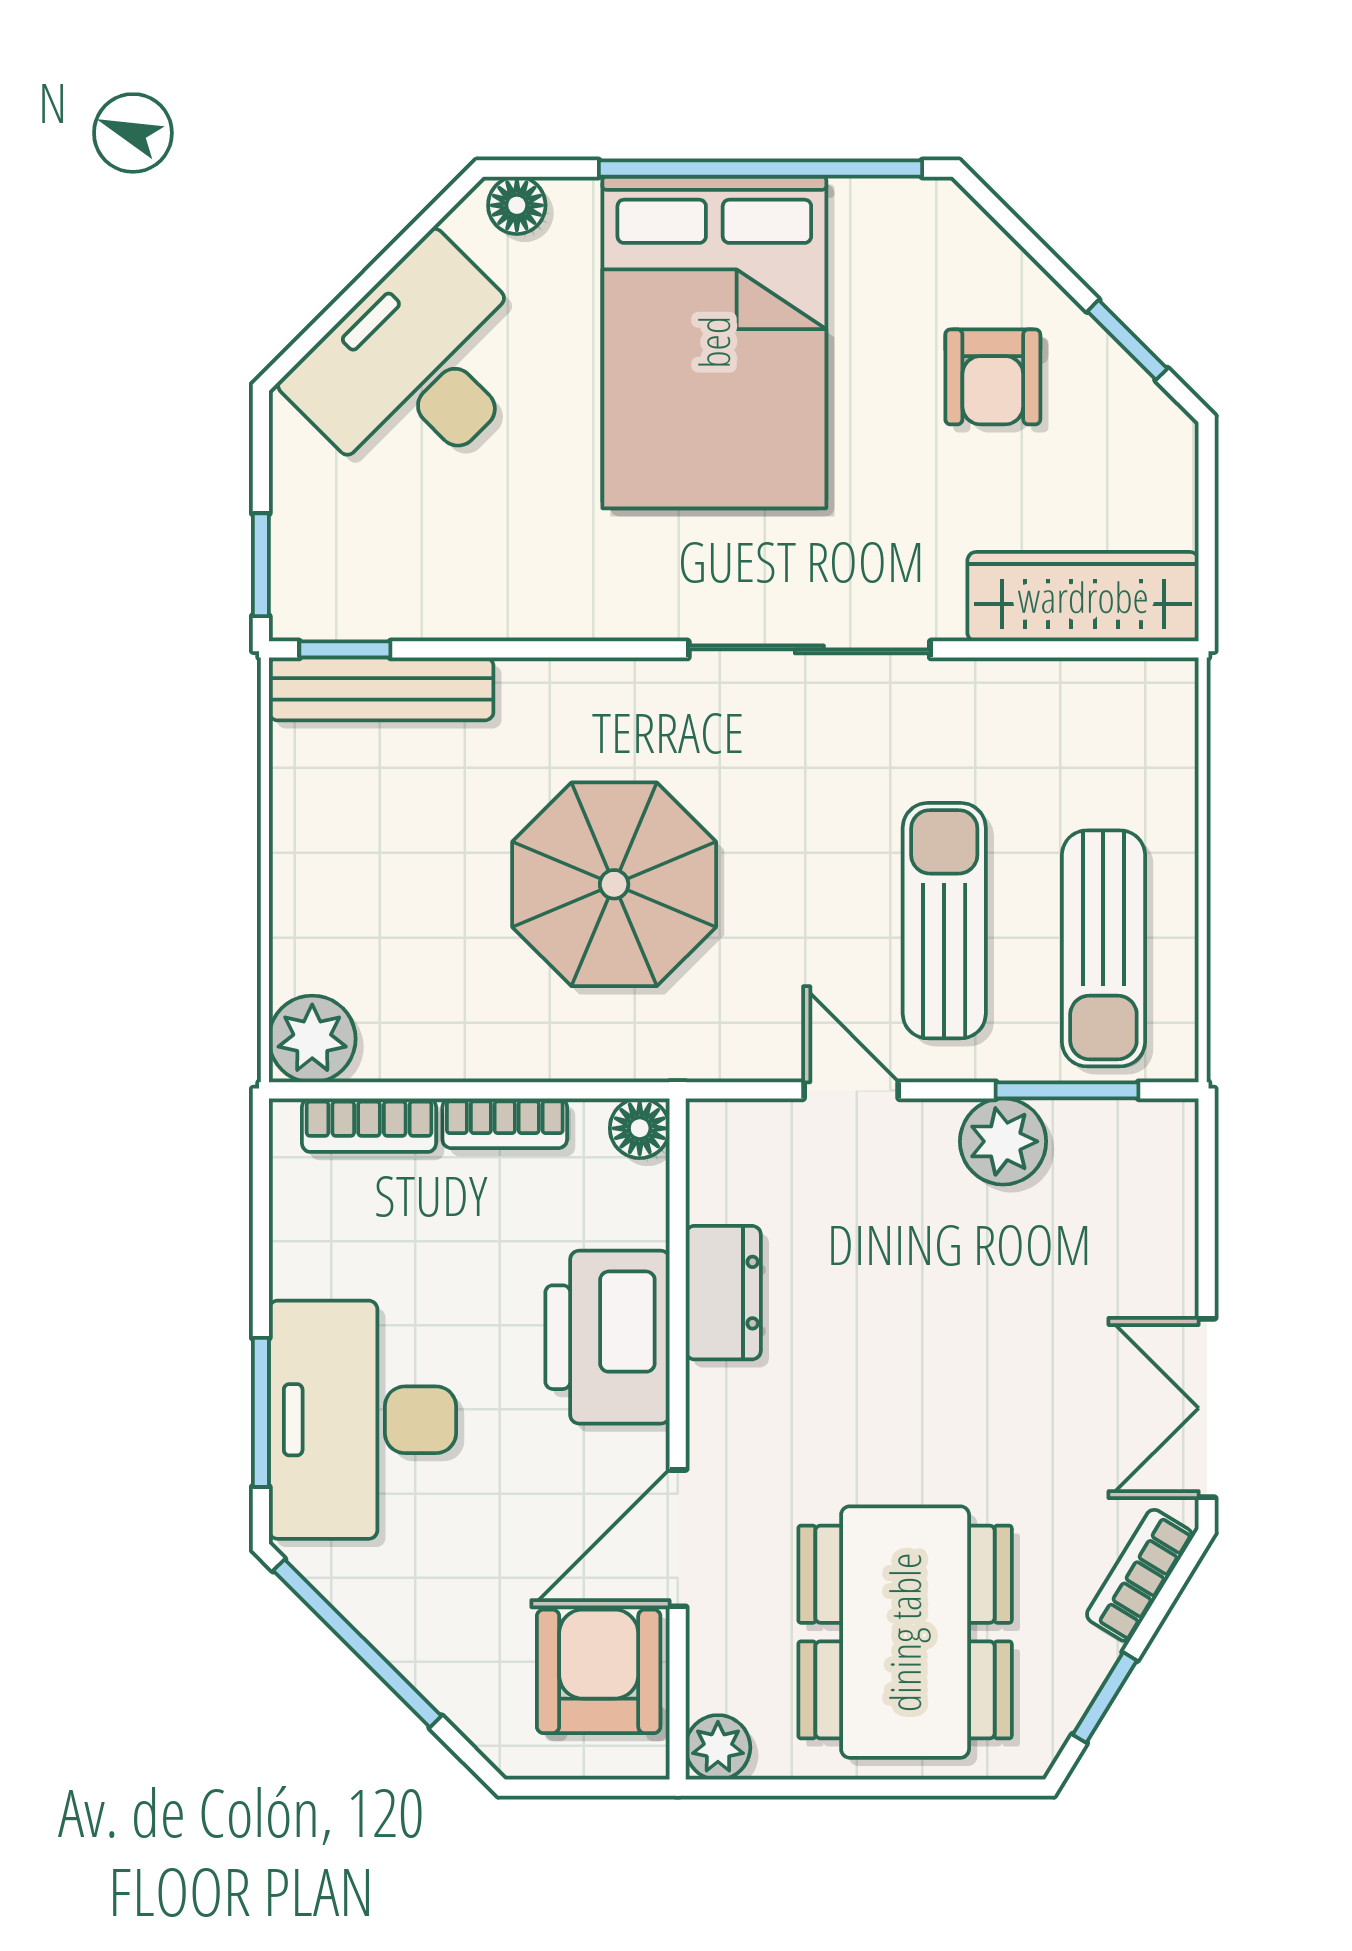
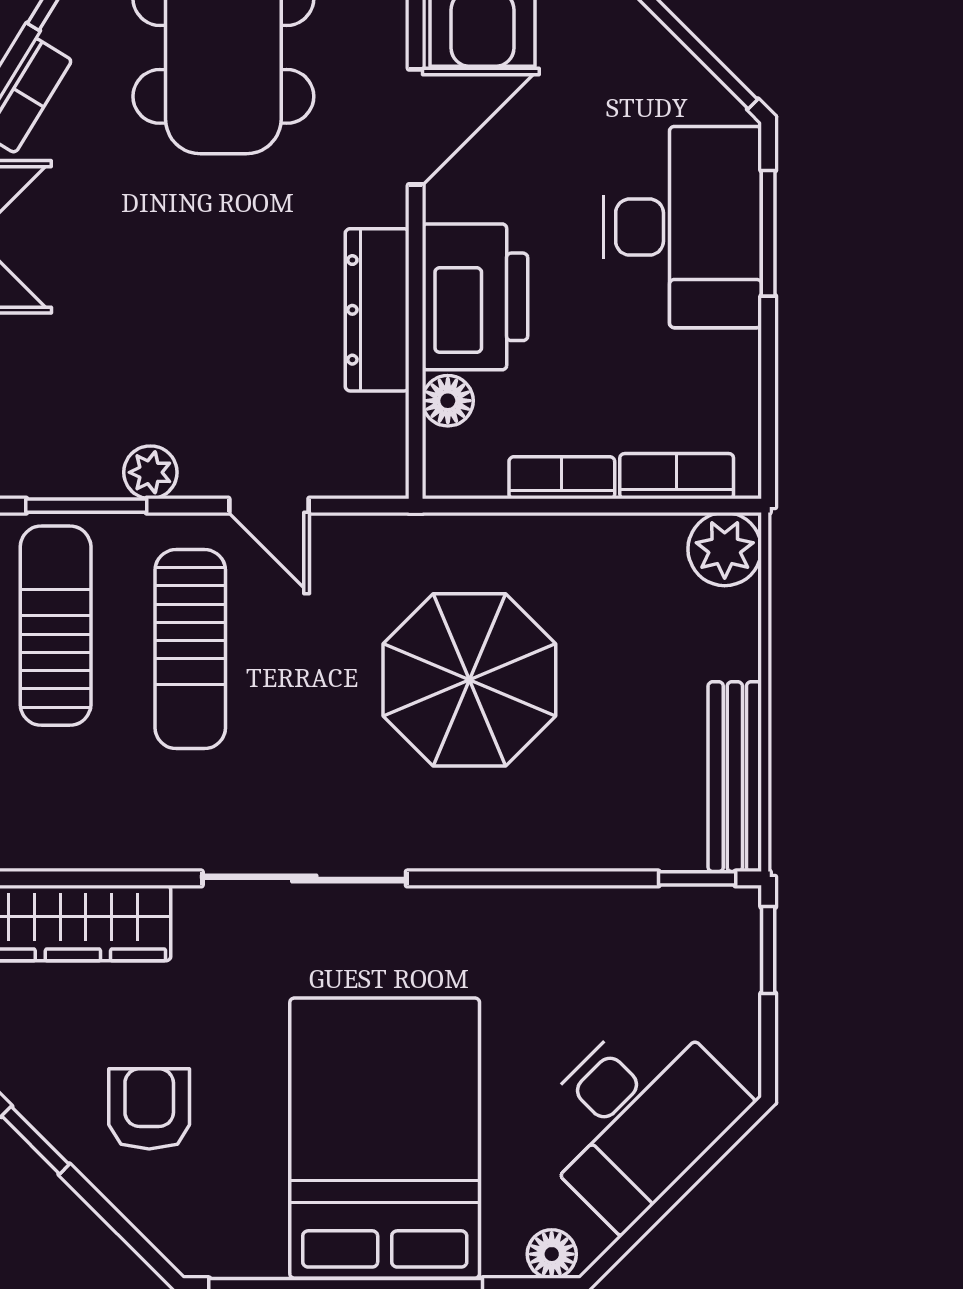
bench: (381, 689) -> (735, 777), moved, turned 90
floor lamp: (640, 1128) -> (448, 401), moved
plant: (1003, 1141) -> (150, 472), width x0.73, depth x0.73
dresser: (723, 1293) -> (377, 310), width x1.44

